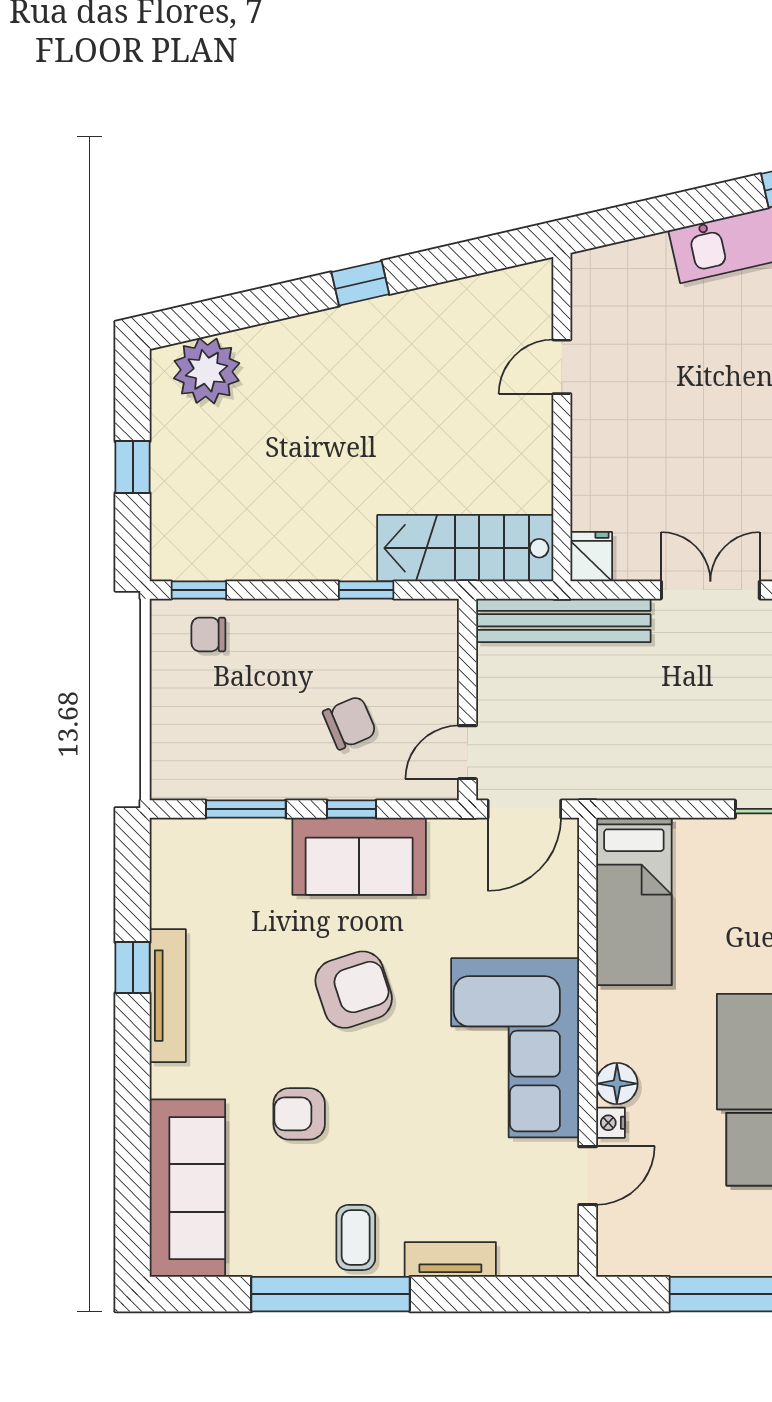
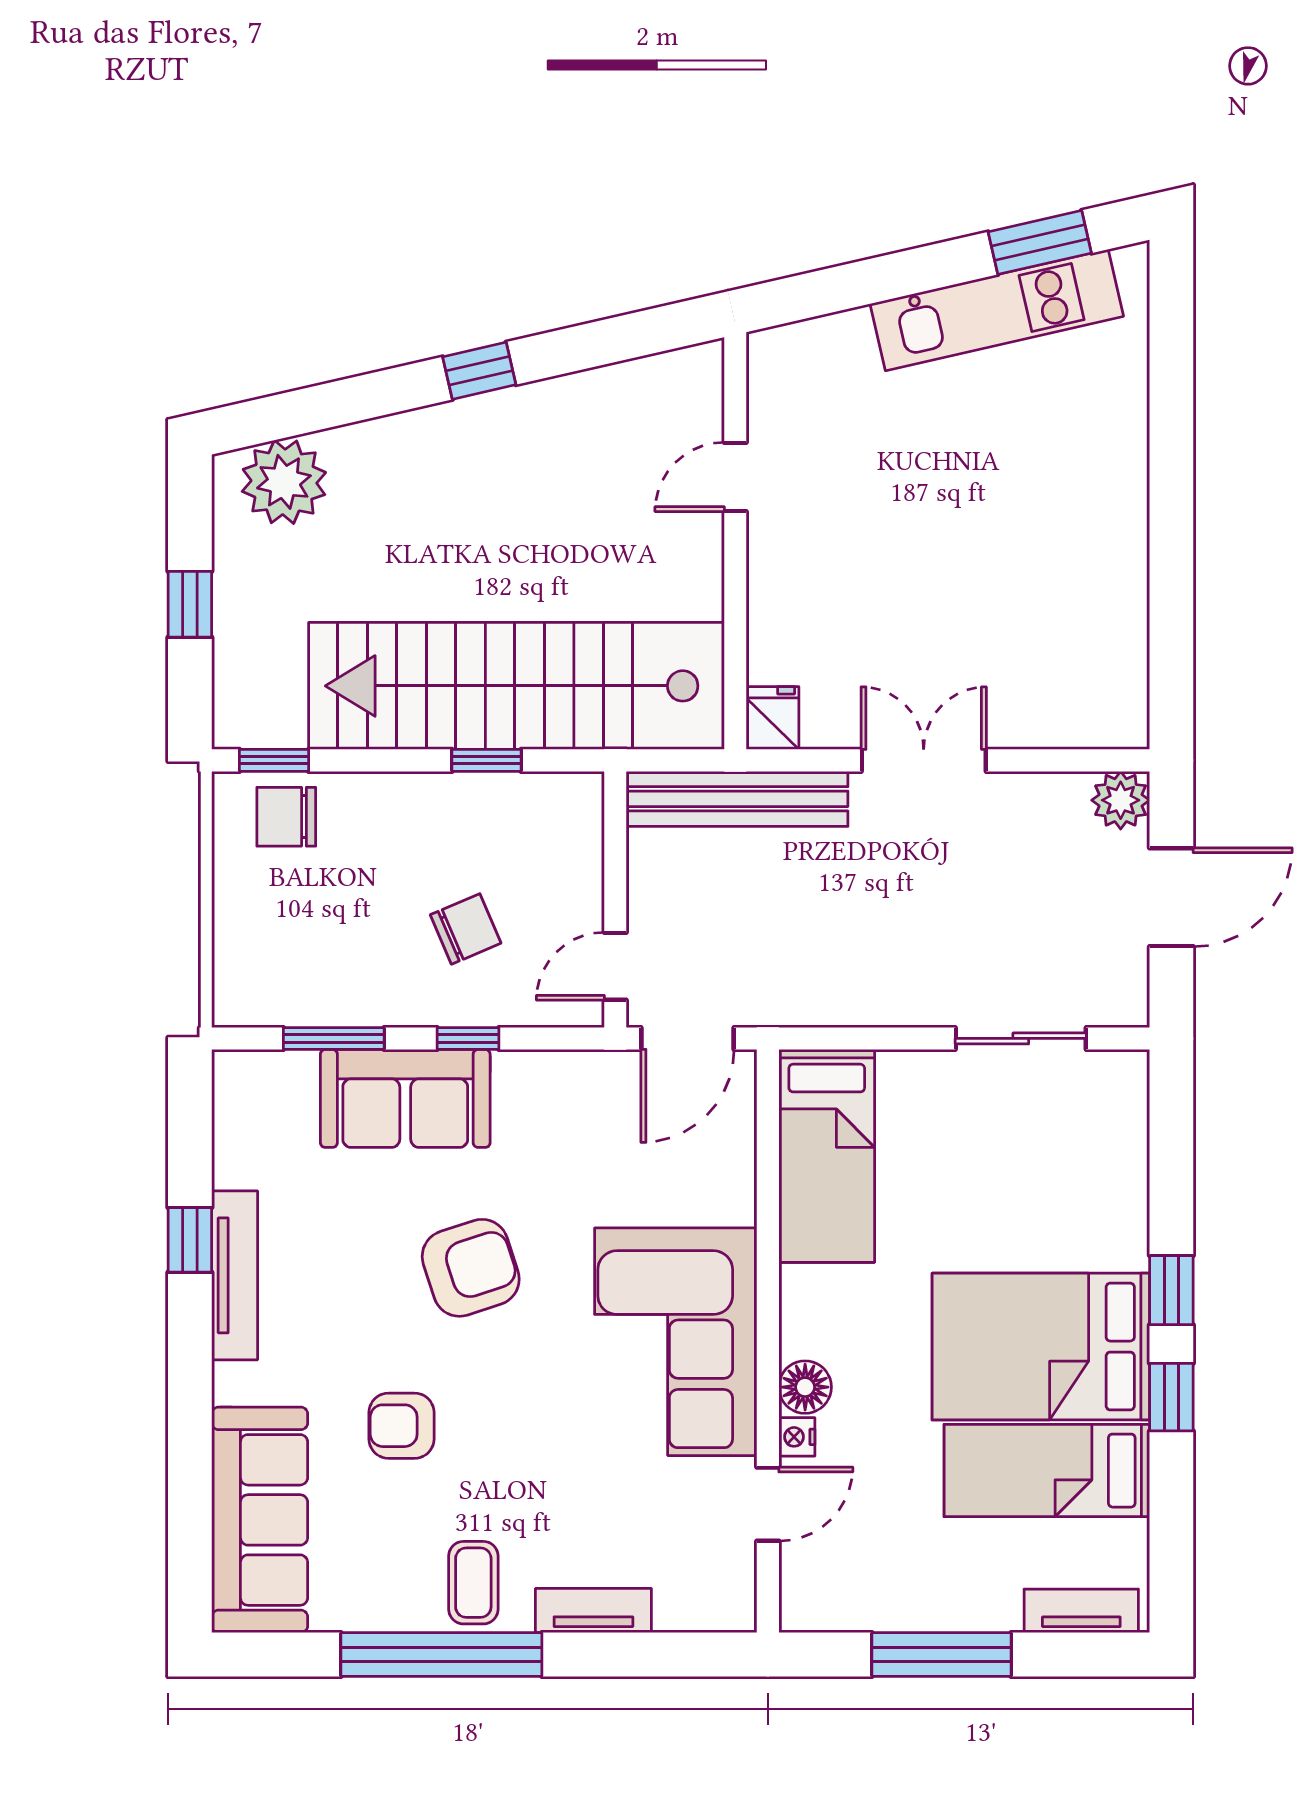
stairs: (465, 548) -> (516, 686), width x1.86, depth x1.51
chair: (208, 634) -> (286, 817), width x1.37, depth x1.37
sofa: (359, 856) -> (405, 1098), moved

